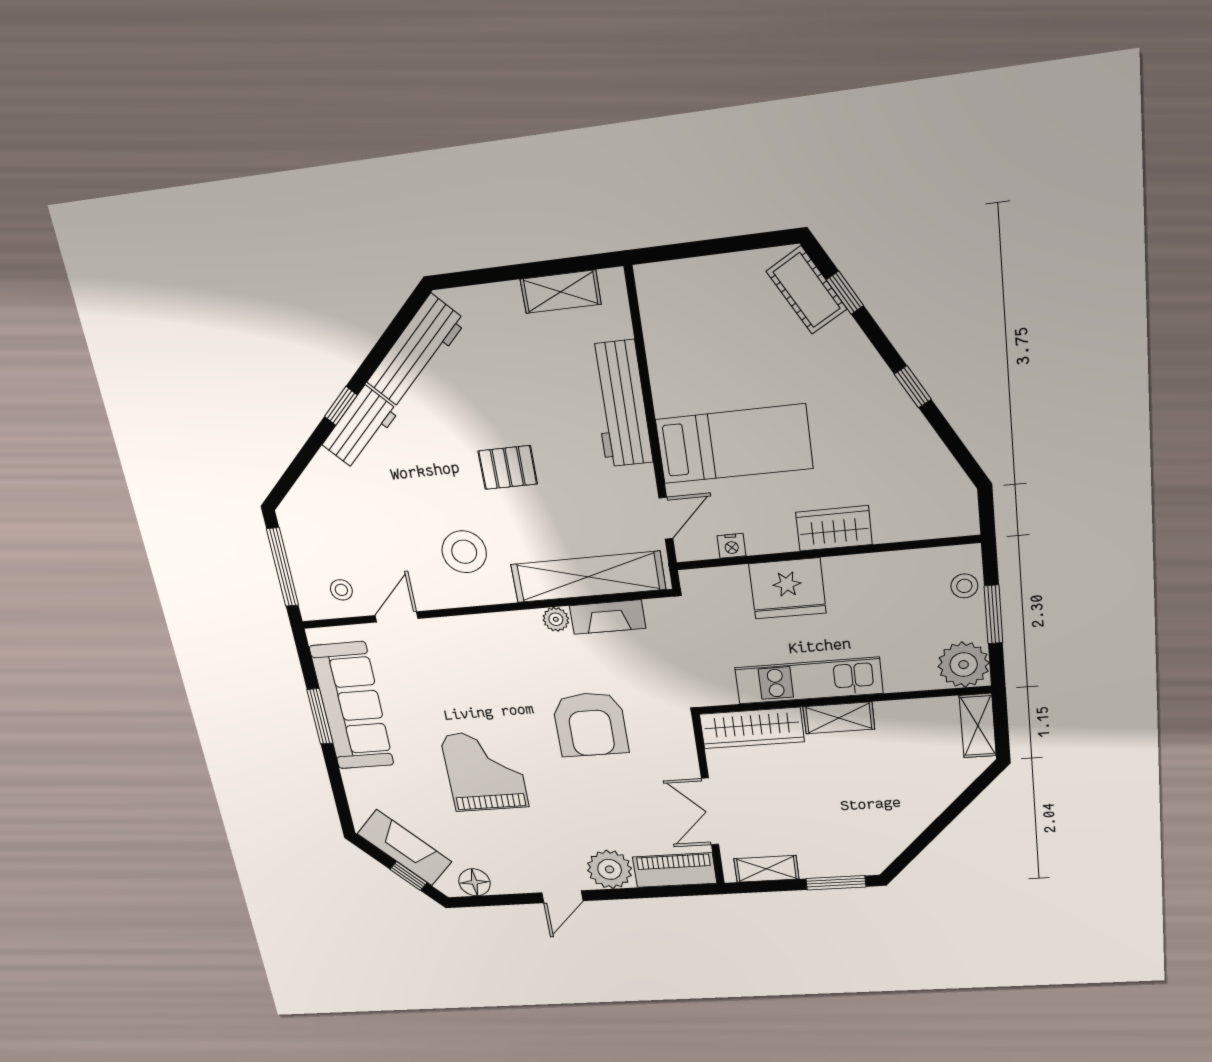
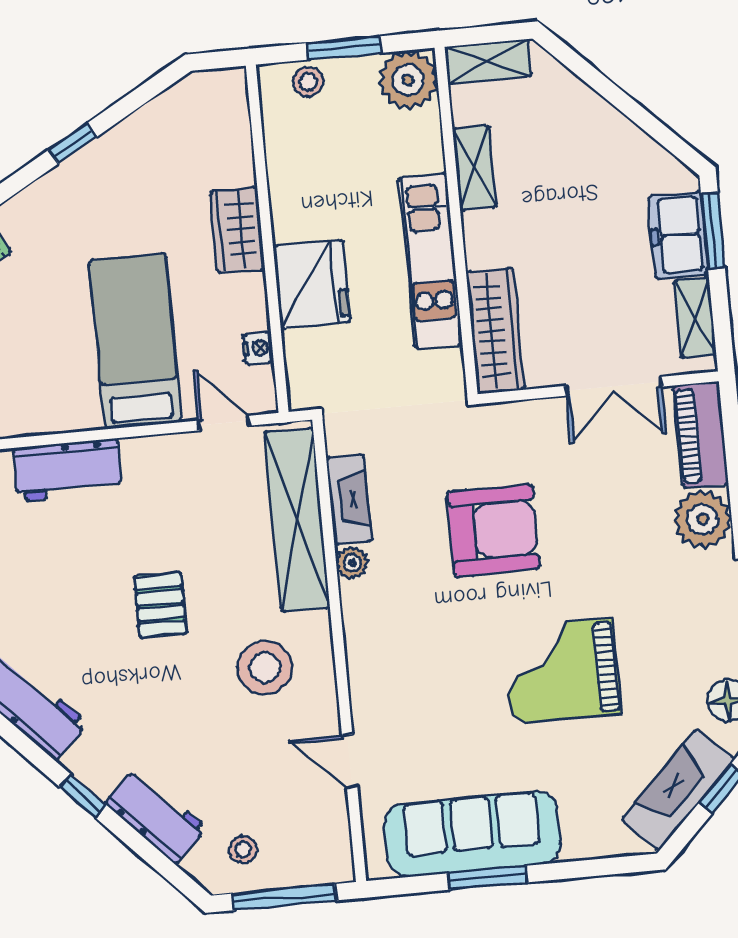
workbench: (620, 404) -> (67, 470), width x0.73
workbench: (360, 428) -> (156, 816), moved
stool: (341, 590) -> (243, 850), moved
shelving: (839, 718) -> (475, 168), moved
freezer: (832, 859) -> (678, 235), added

